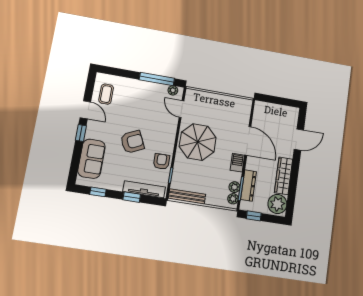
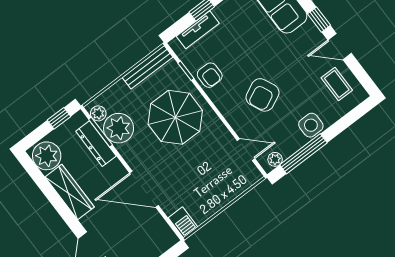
side table: (139, 88) -> (311, 125), added
armchair: (132, 142) -> (263, 95), moved
parasol: (198, 142) -> (175, 117), moved
barbecue: (237, 163) -> (183, 222), moved
plant: (235, 187) -> (119, 128), width x1.88, depth x1.88
tv unit: (144, 189) -> (198, 30), width x0.71

